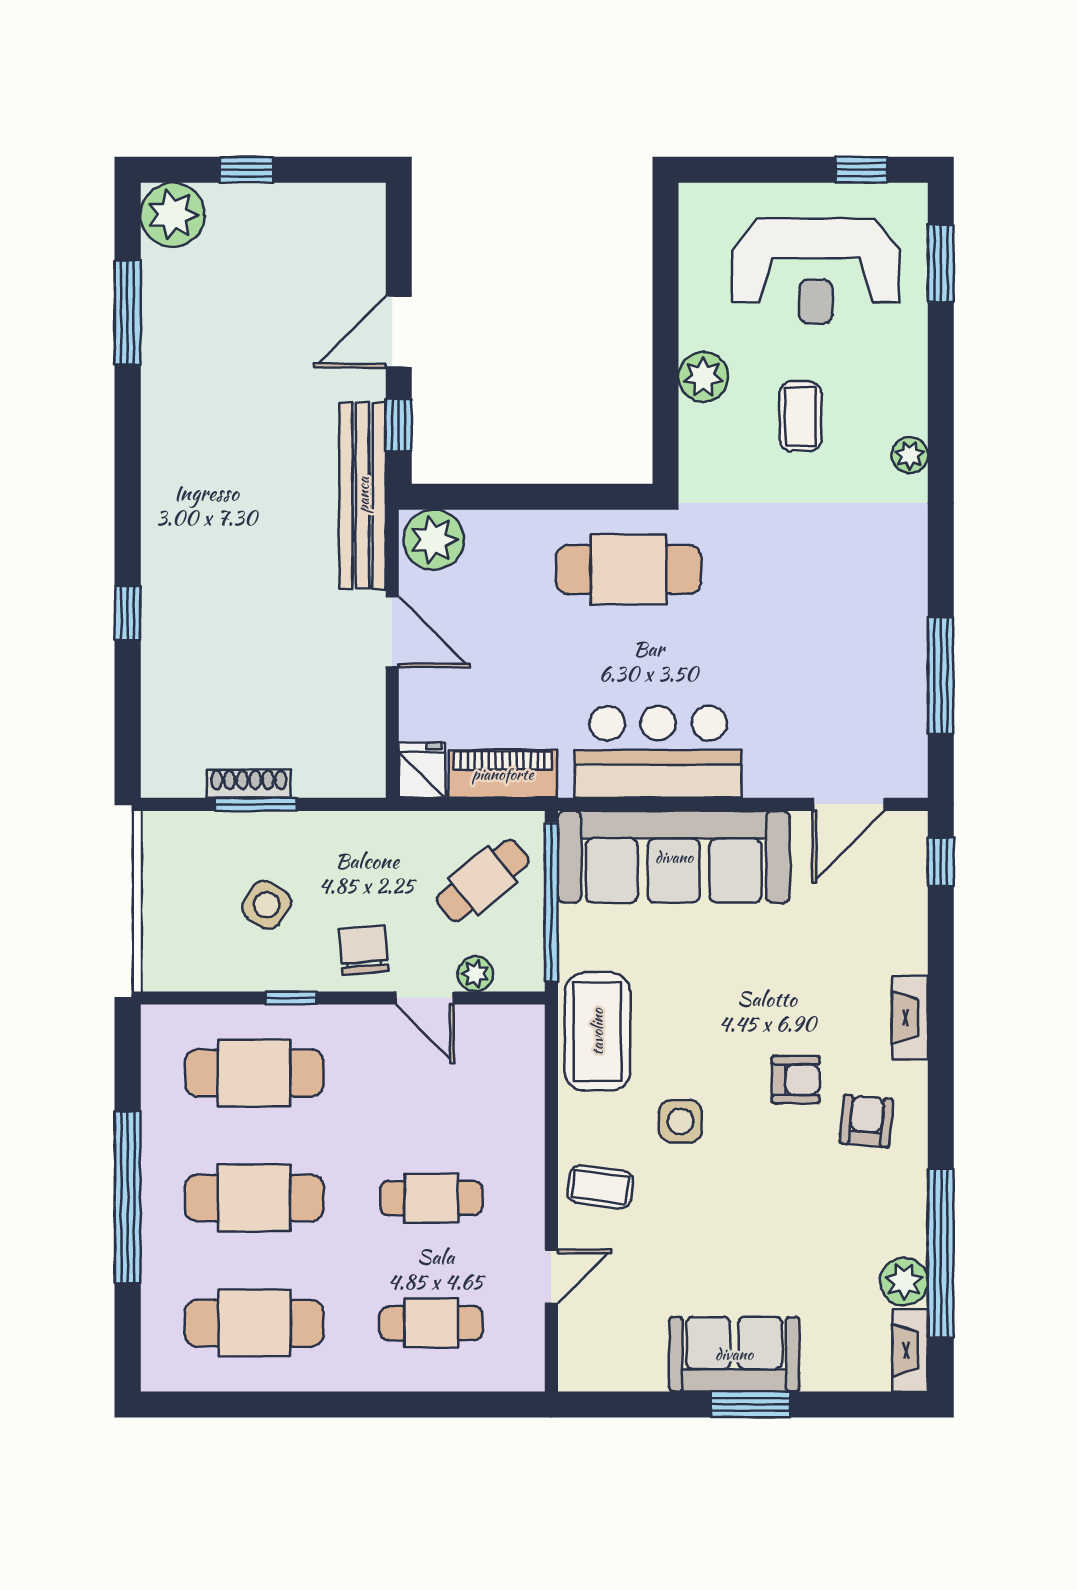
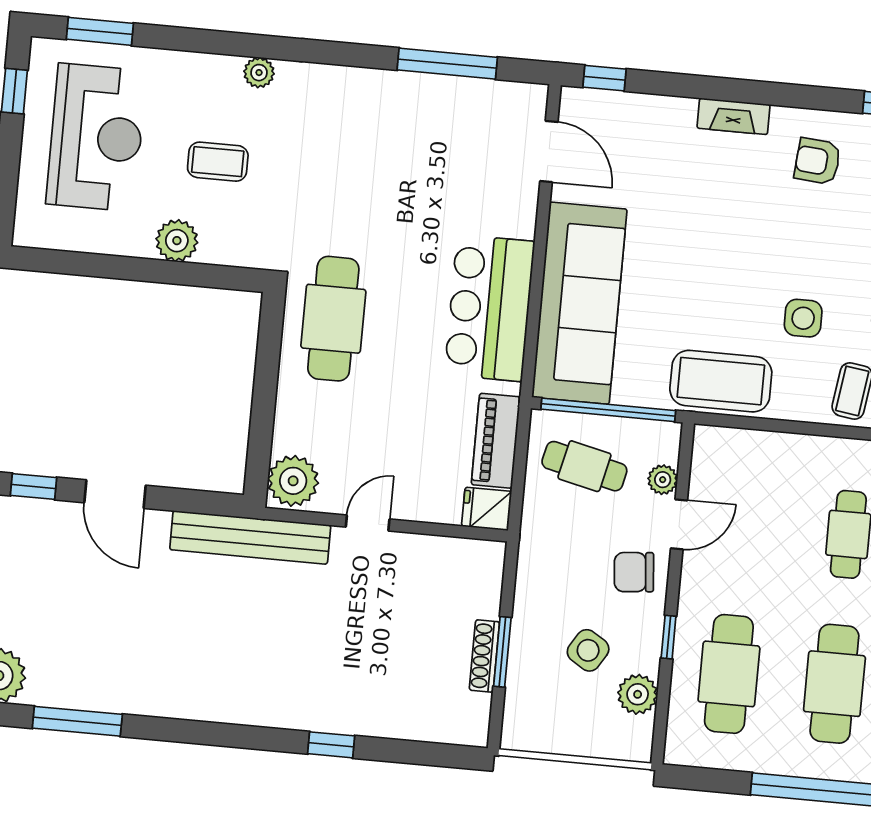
window: (399, 425) -> (34, 487), moved
door: (392, 632) -> (368, 523), width x0.73
cafe table: (483, 881) -> (584, 466), turned -38
plant: (220, 968) -> (638, 694), added
armchair: (796, 1080) -> (777, 218), removed

